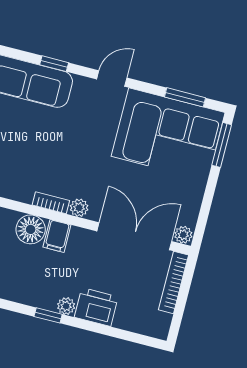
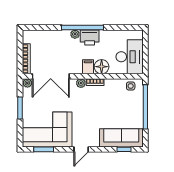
window: (54, 64) -> (124, 149), moved
window: (222, 145) -> (20, 108), moved
printer: (96, 307) -> (90, 37), moved
window: (48, 315) -> (83, 27), width x3.17

